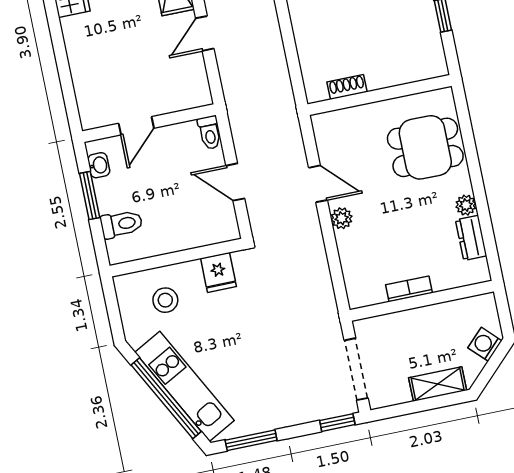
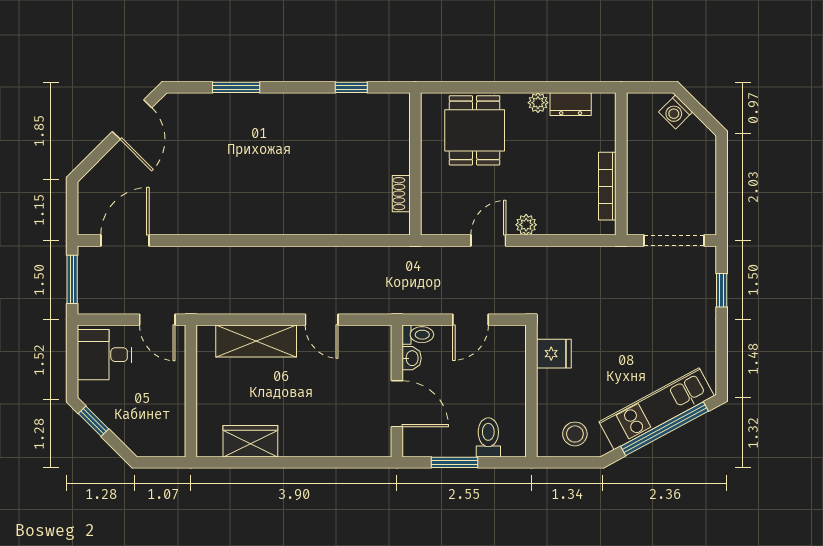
door: (136, 126) -> (397, 404), width x1.38
washbasin: (99, 165) -> (412, 358), moved, turned 90
bookcase: (409, 289) -> (607, 186), width x1.56
stool: (165, 300) -> (575, 434), moved
shelving: (438, 384) -> (704, 165), removed
window: (337, 423) -> (722, 290), moved
window: (251, 440) -> (722, 355), removed

